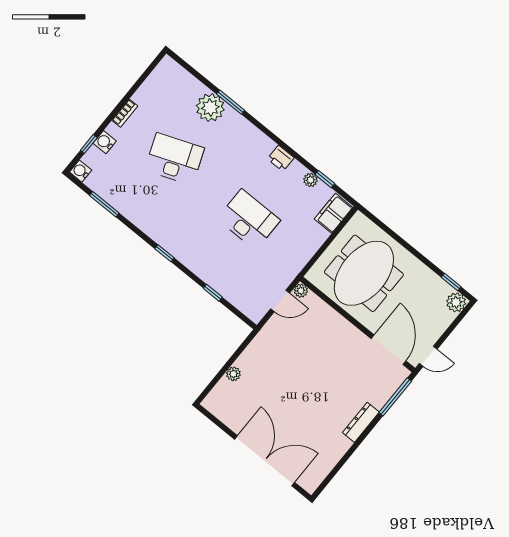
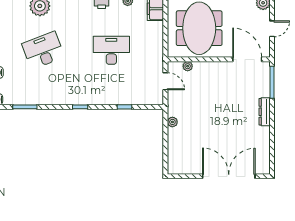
plant: (301, 291) -> (188, 66), moved
door: (280, 301) -> (165, 81), hinge flipped
door: (428, 356) -> (272, 29), moved
plant: (233, 374) -> (172, 122), moved

